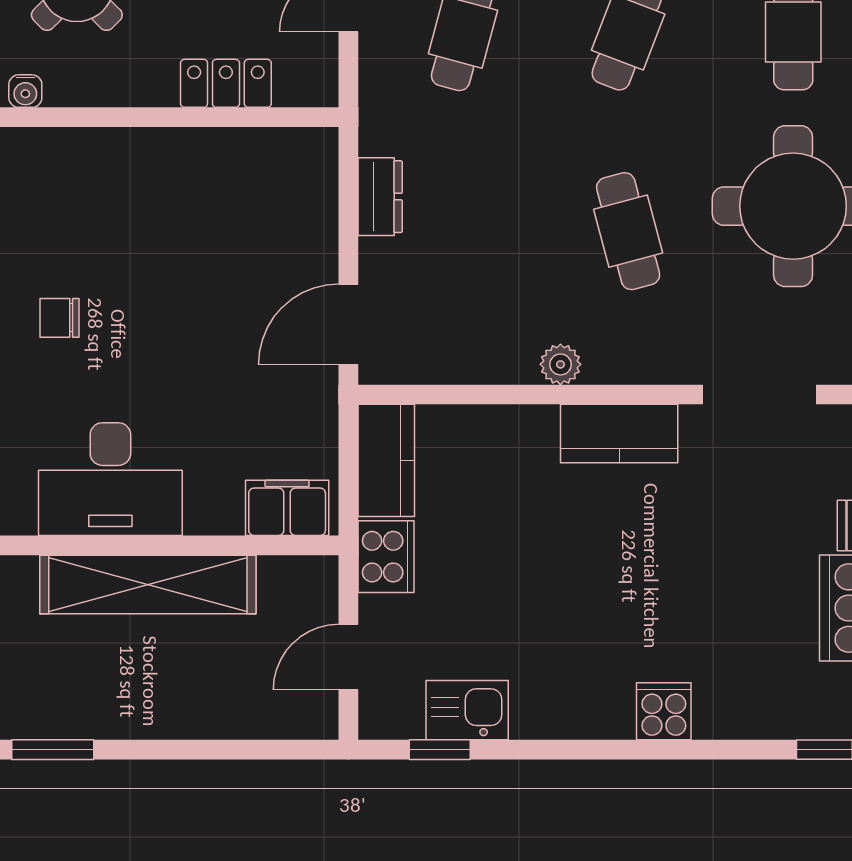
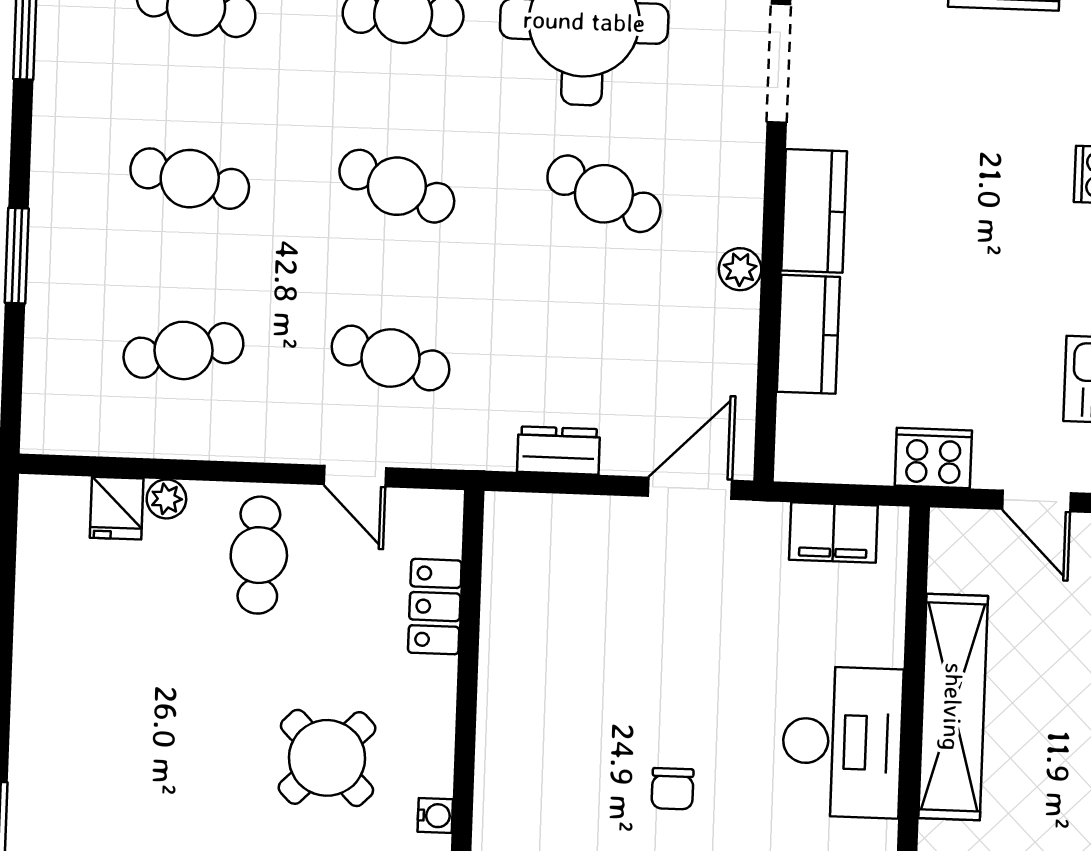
cafe table: (628, 231) -> (604, 194), turned 39
door: (348, 324) -> (690, 488), swing flipped
kitchen counter: (386, 460) -> (808, 334), moved, turned 90
filing cabinet: (287, 508) -> (833, 533), moved, turned -90

